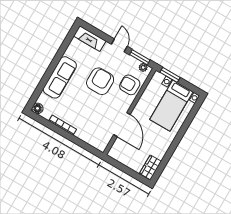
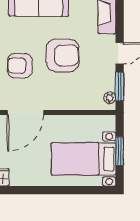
window: (170, 75) -> (120, 151), moved
armchair: (130, 85) -> (20, 66), moved, turned -90

